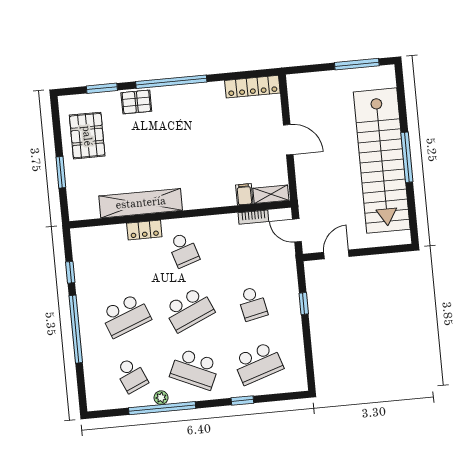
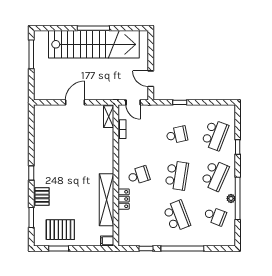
window: (171, 82) -> (31, 173), width x0.32
locker: (252, 87) -> (39, 122), removed
window: (61, 172) -> (59, 248), moved
filing cabinet: (244, 194) -> (107, 241), moved
door: (297, 230) -> (133, 102), hinge flipped
school desk: (189, 310) -> (177, 175), turned 33
school desk: (258, 363) -> (215, 135), turned 39
school desk: (131, 375) -> (215, 216), turned 45

